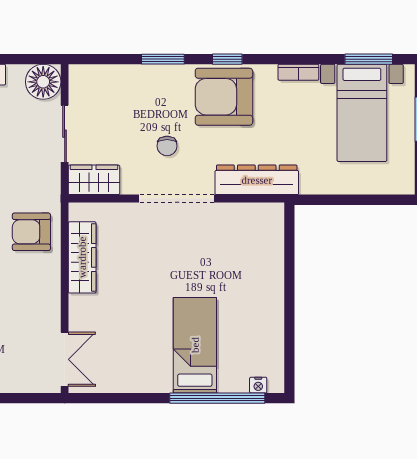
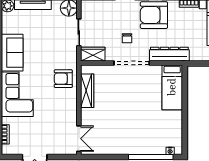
bed: (195, 345) -> (172, 87), moved, turned 180

